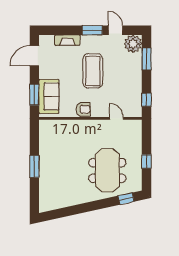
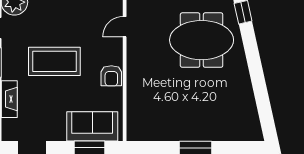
armchair: (83, 109) -> (111, 76), turned 180

